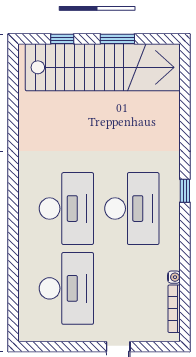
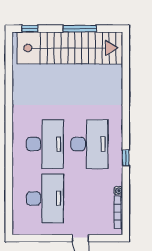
window: (62, 39) -> (30, 29), moved
window: (117, 39) -> (80, 29), width x1.44
window: (185, 191) -> (126, 158), moved

